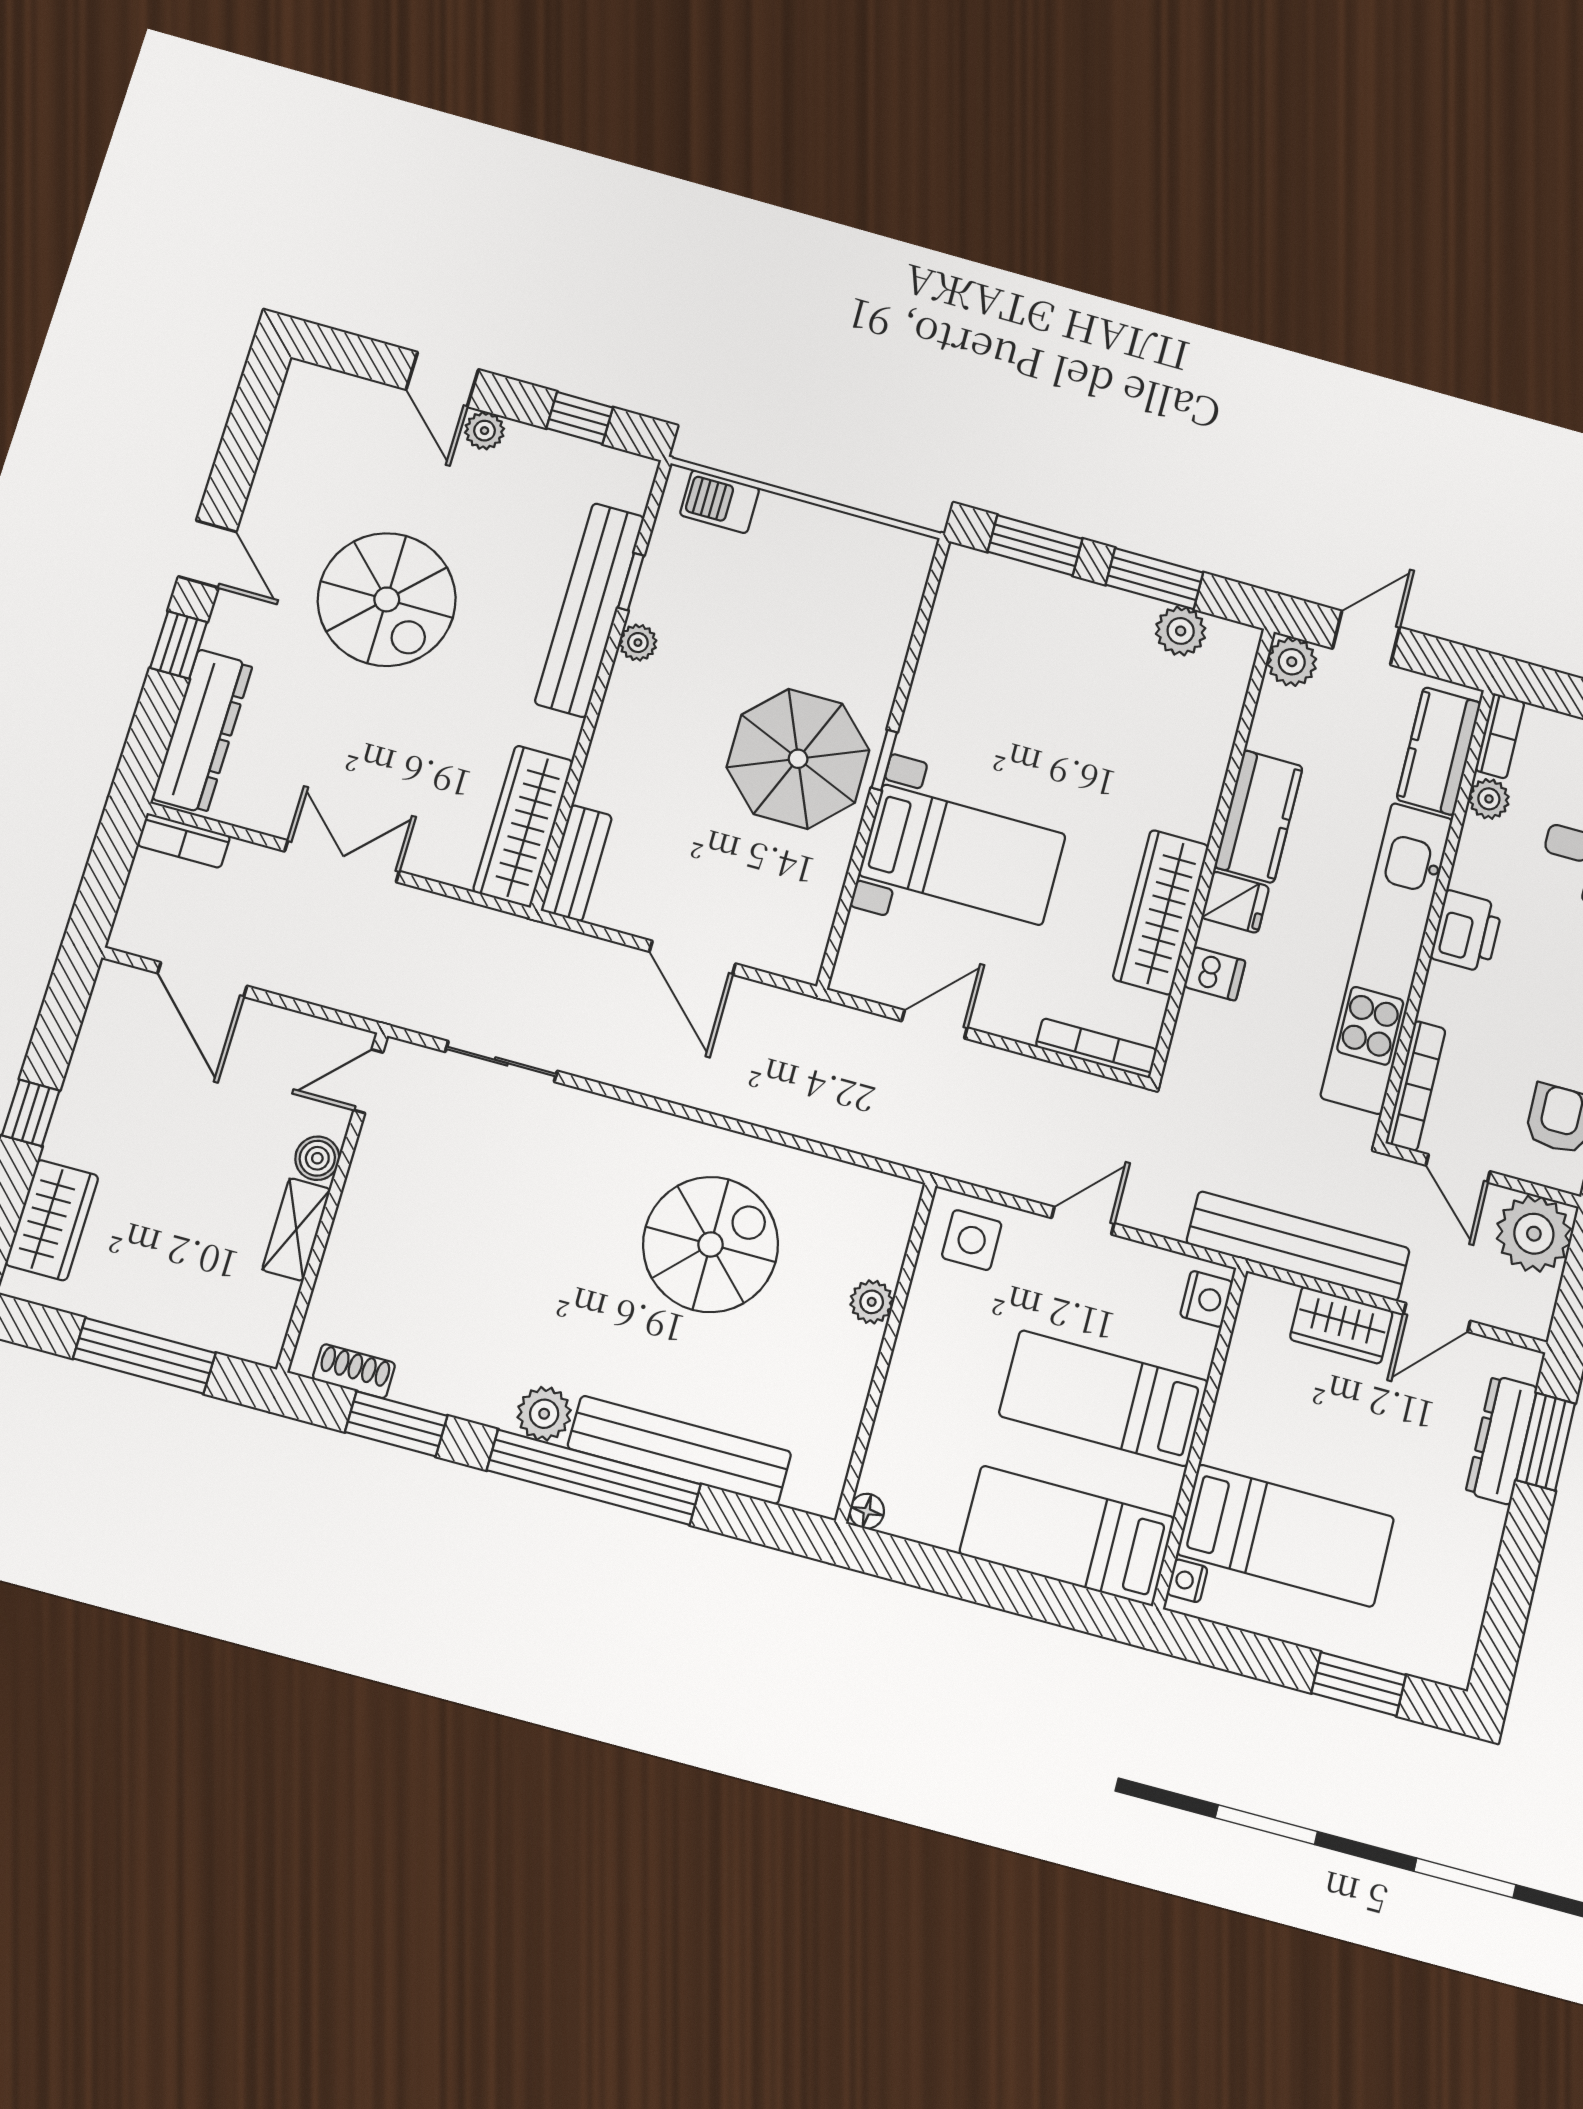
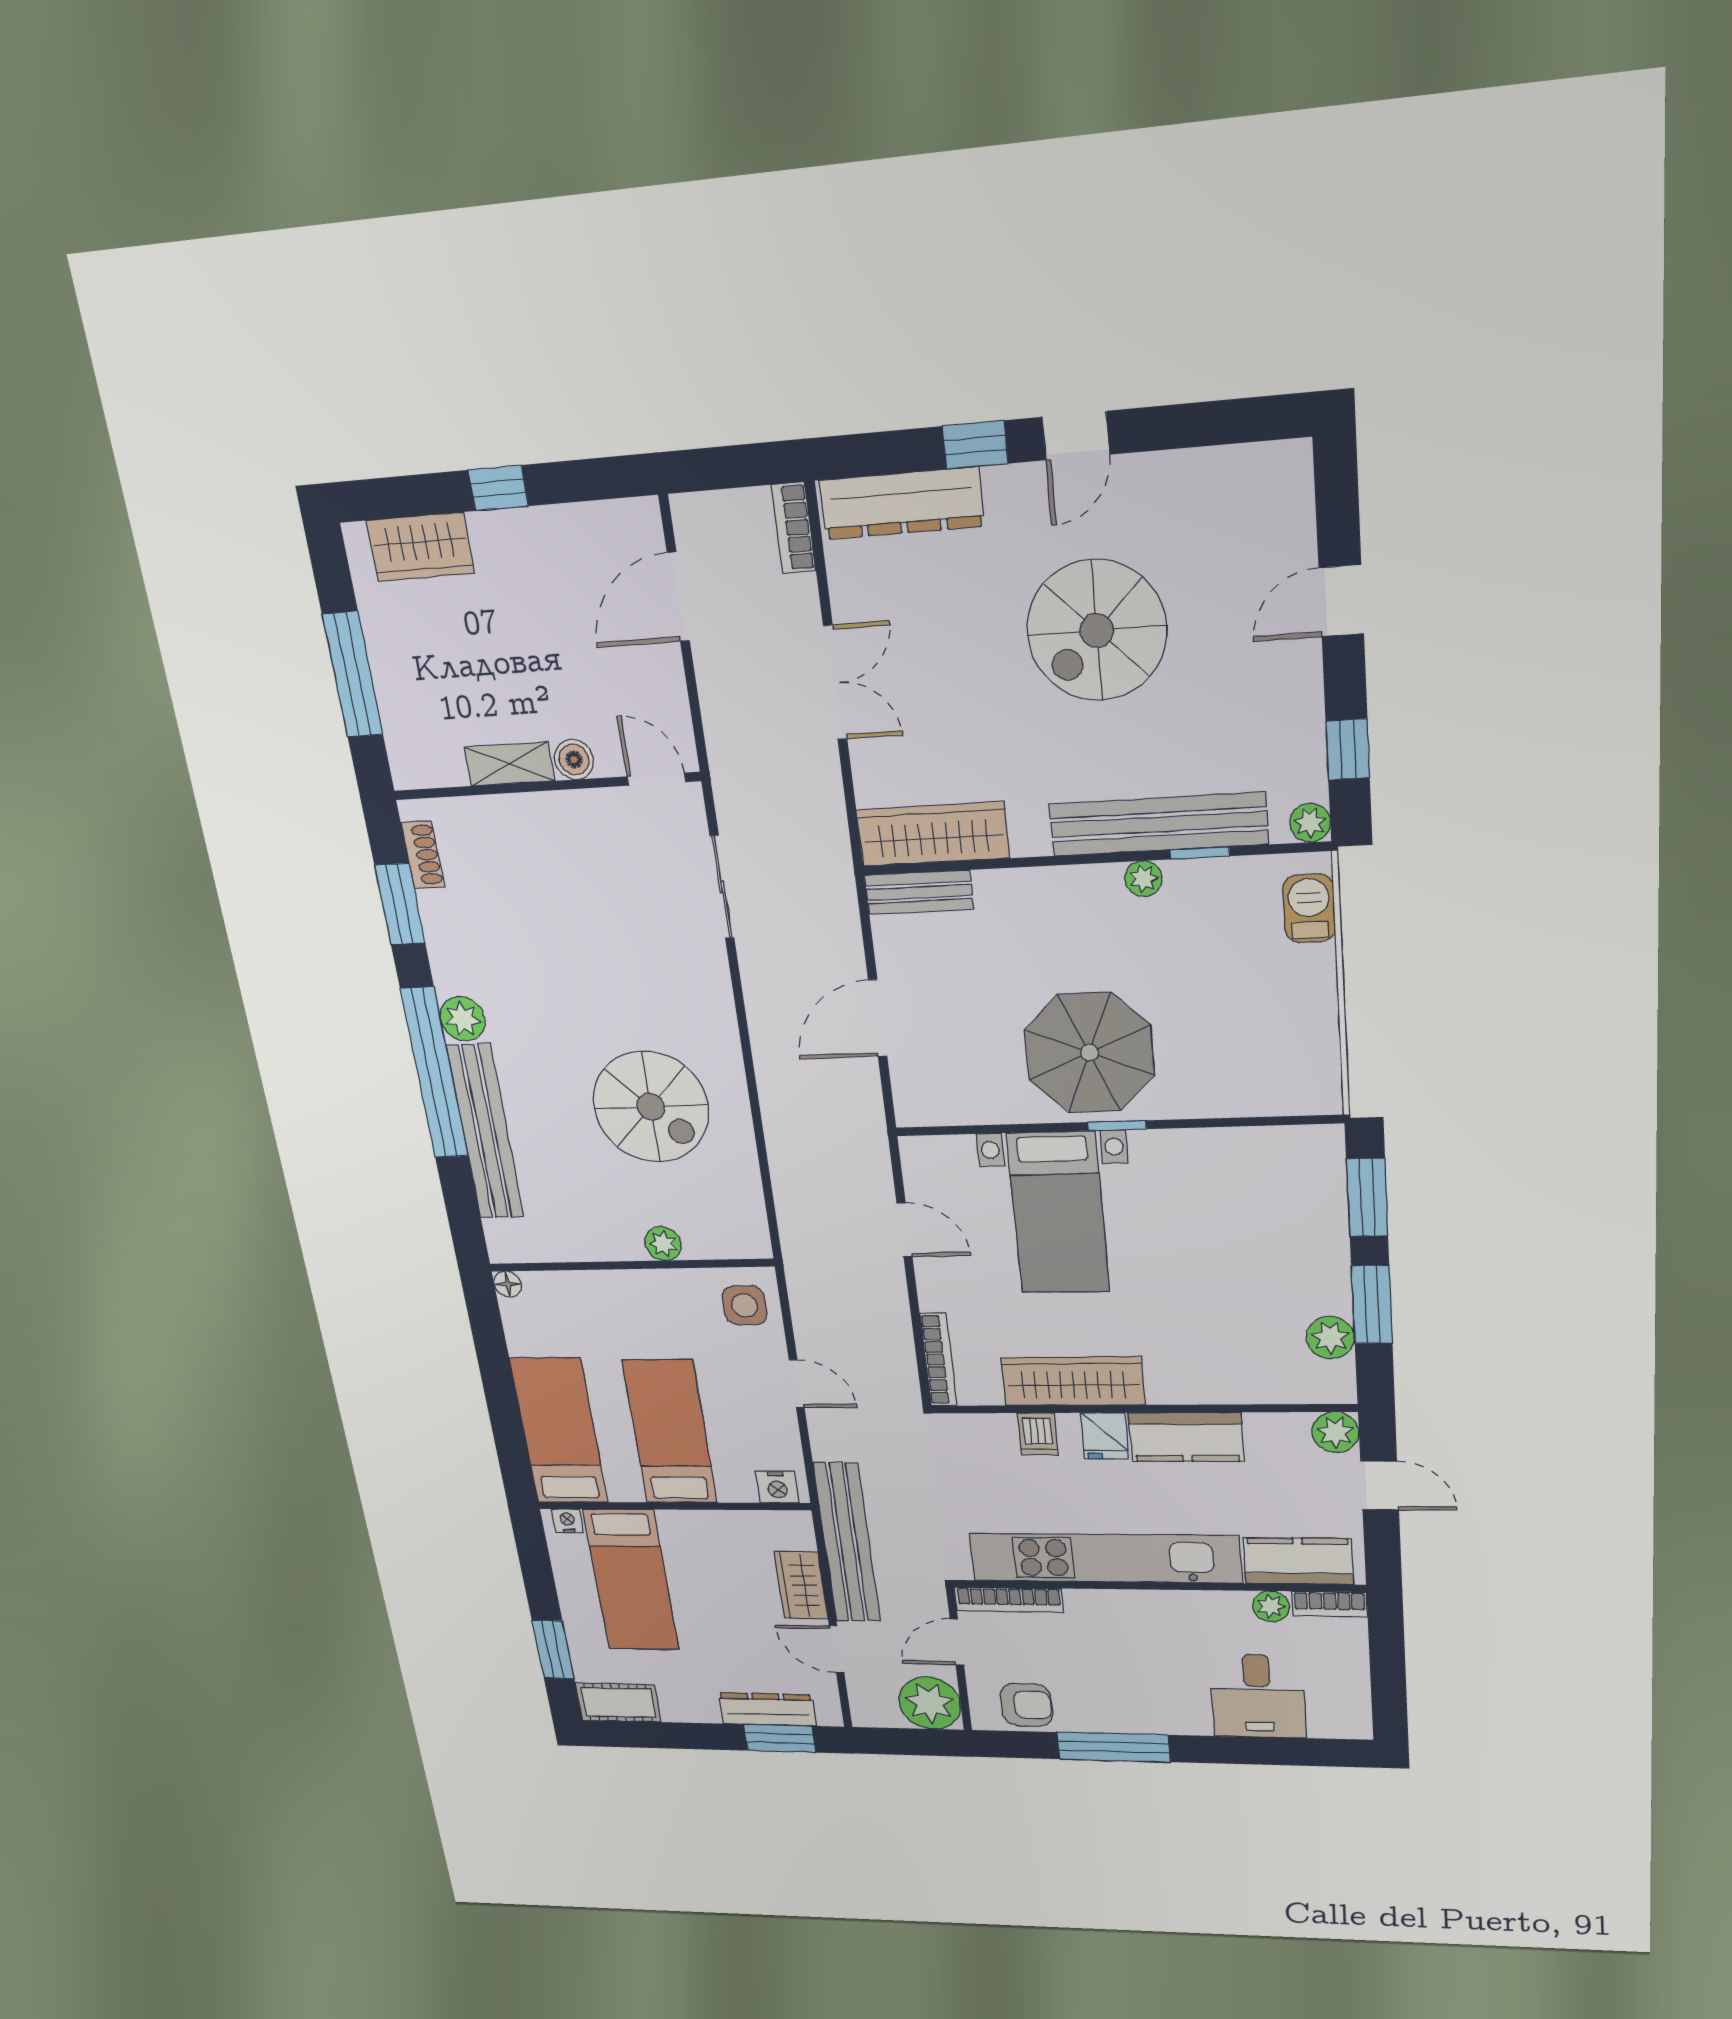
plant: (485, 431) -> (1310, 823), moved
printer: (1467, 931) -> (1151, 1612), removed
cot: (1452, 1632) -> (618, 1703), added

